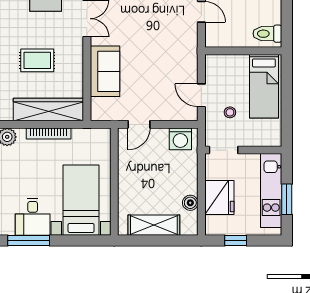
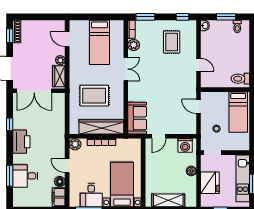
rug: (37, 60) -> (94, 96), width x1.36, depth x1.43
sofa: (105, 71) -> (137, 118), moved
door: (201, 95) -> (198, 106), moved
boiler: (190, 203) -> (191, 171), moved

